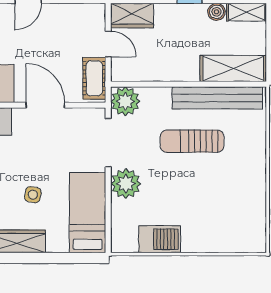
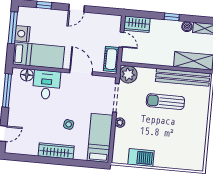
plant: (126, 184) -> (120, 123), width x0.53, depth x0.53

